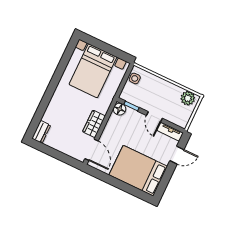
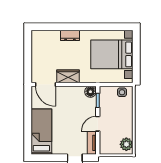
dresser: (41, 132) -> (70, 35), moved
door: (92, 150) -> (45, 84), hinge flipped
bed: (138, 171) -> (41, 132), width x0.67

